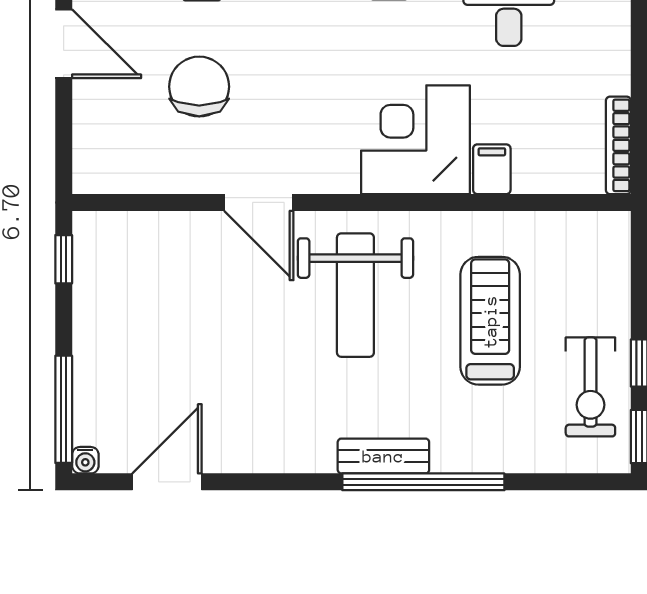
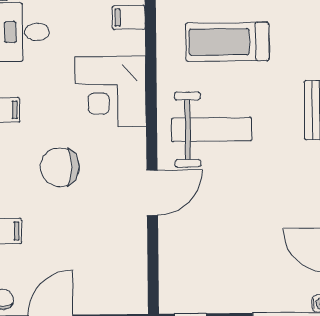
chair: (199, 87) -> (60, 167), moved
filing cabinet: (492, 169) -> (129, 17), moved

